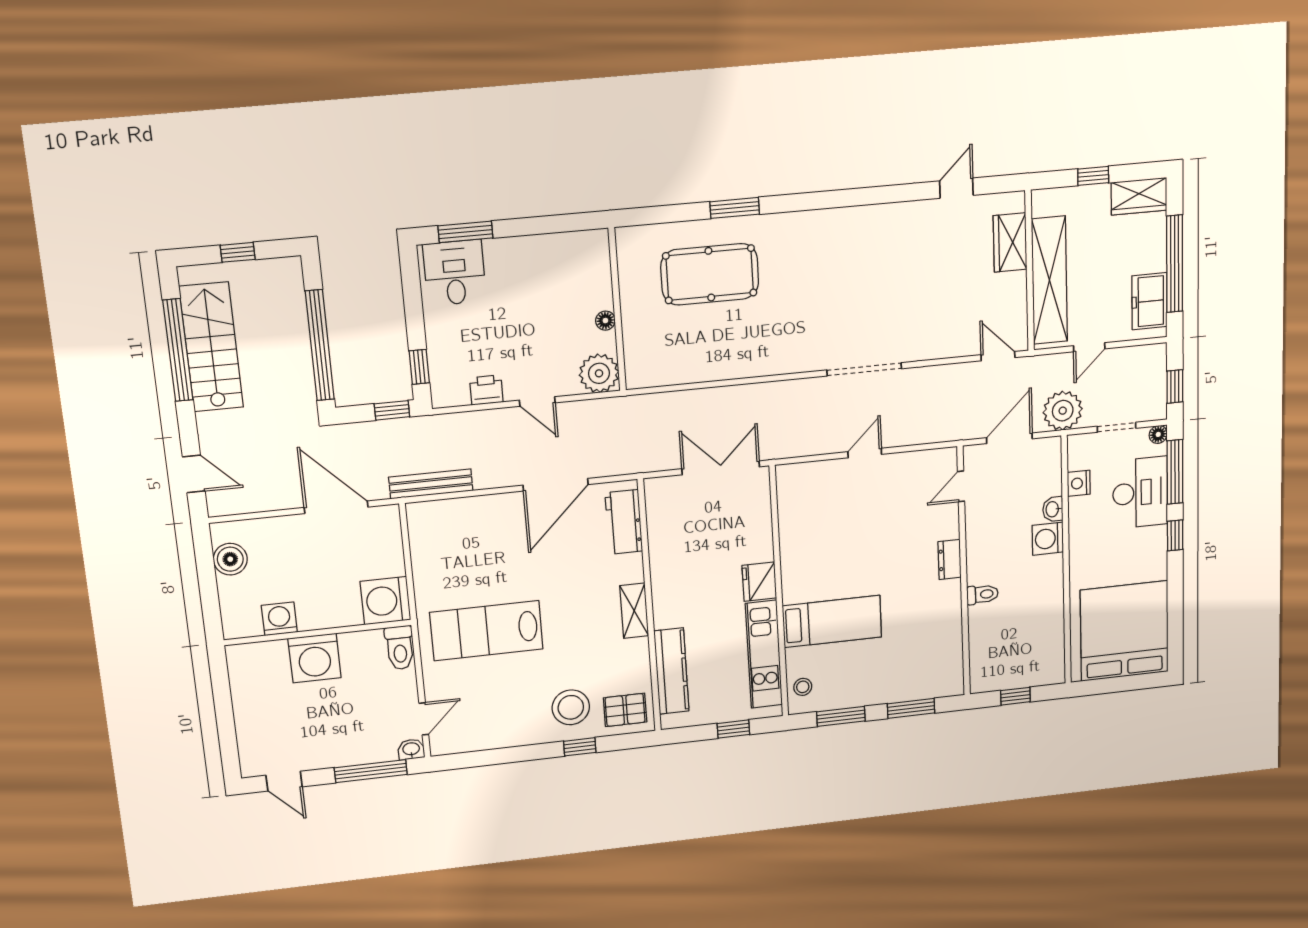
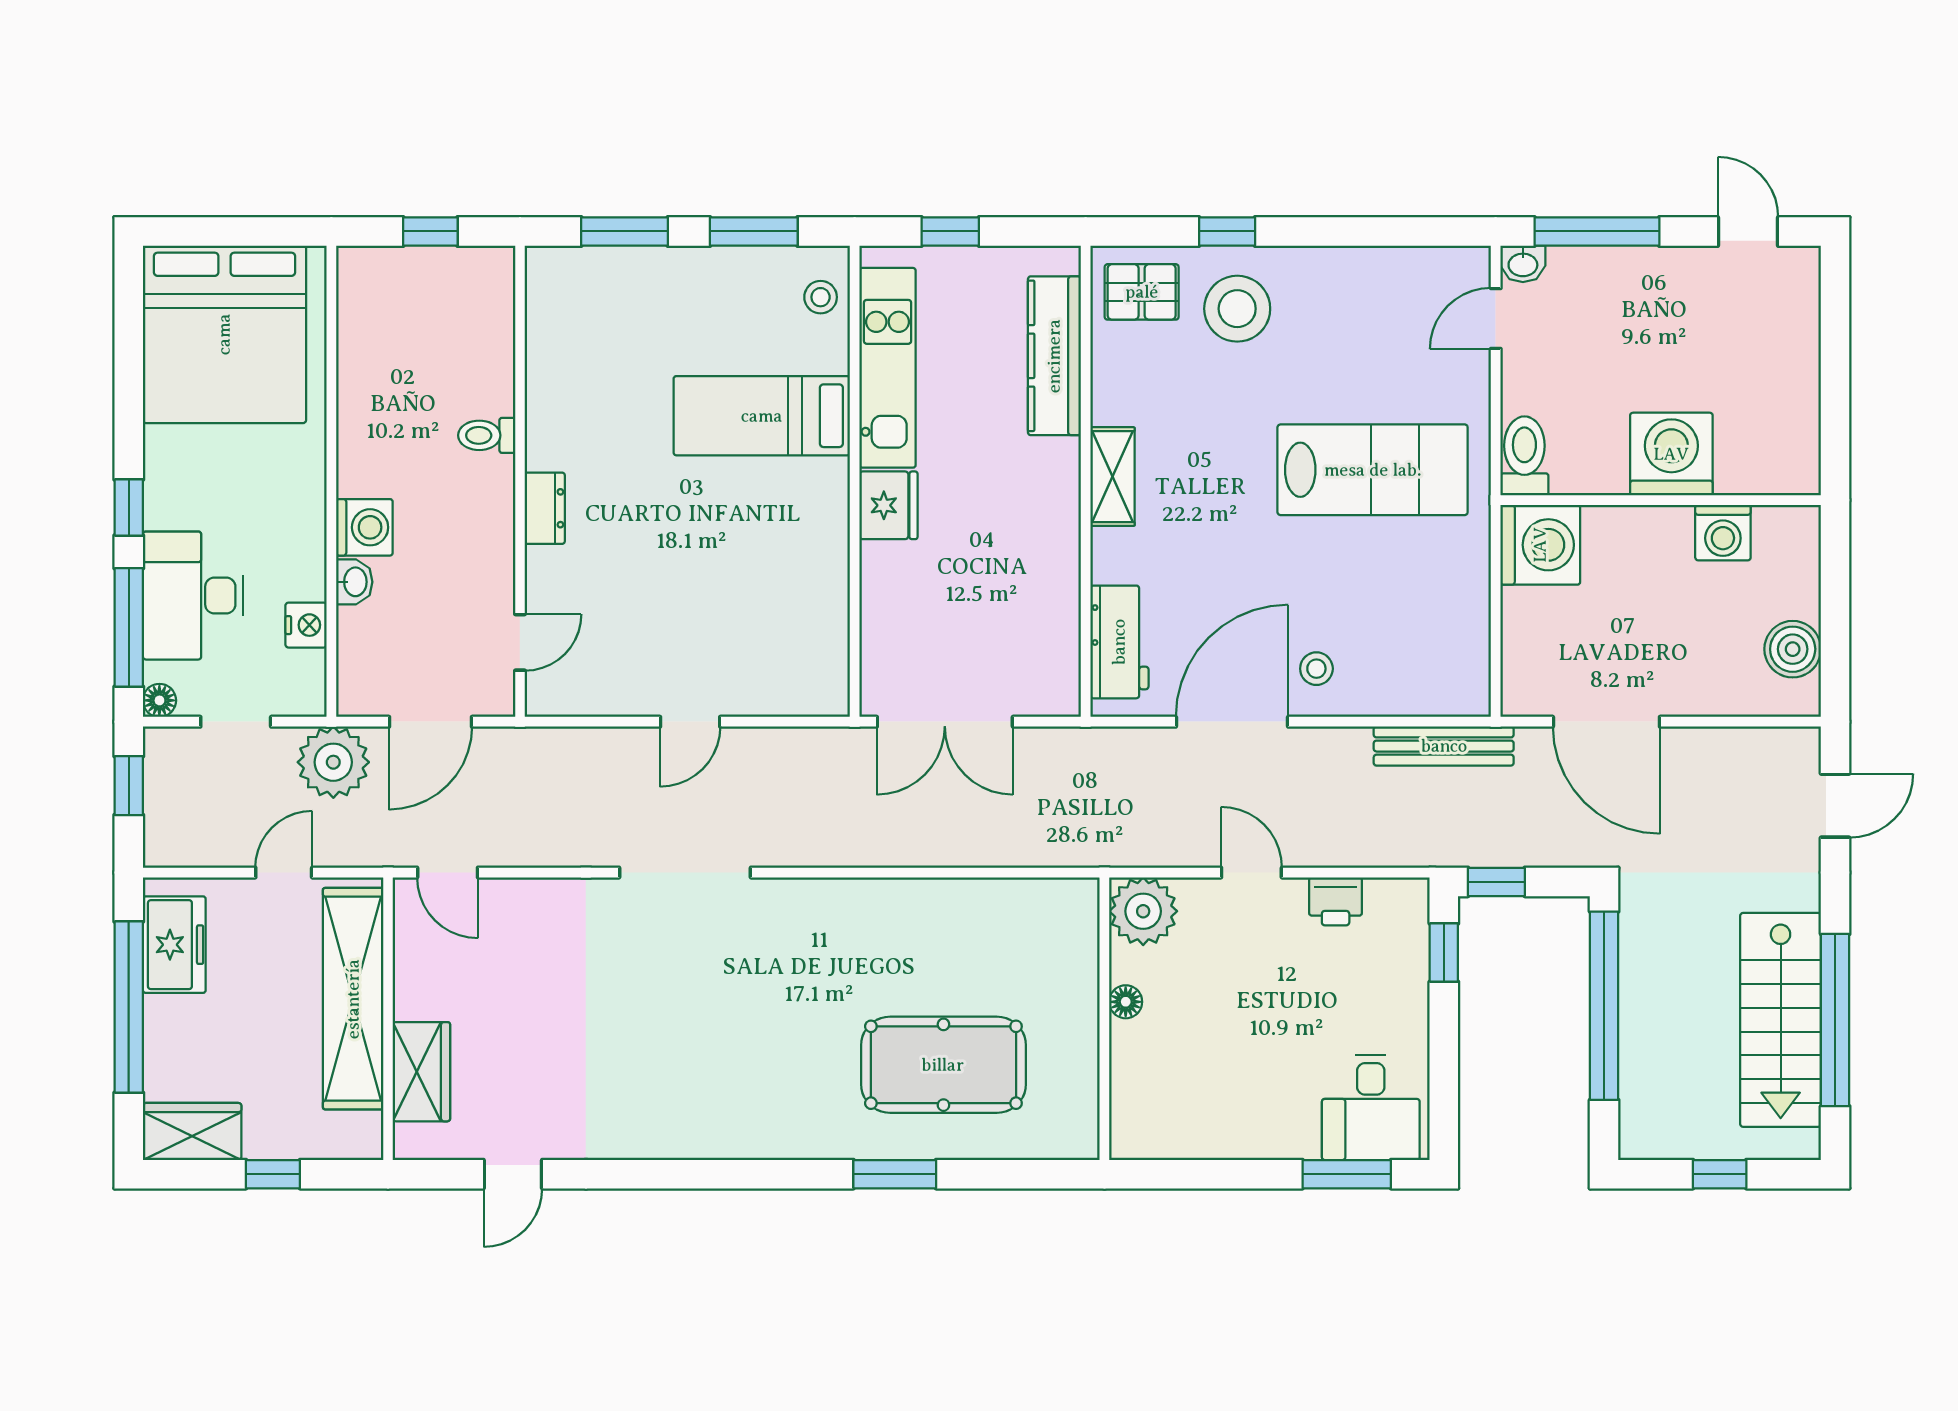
door: (194, 474) -> (1835, 806), swing flipped
stool: (509, 519) -> (1316, 669), added

